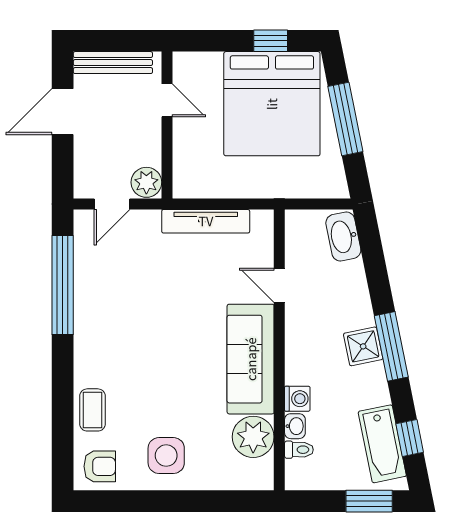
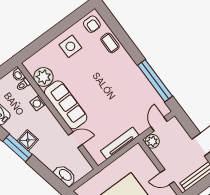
washbasin: (295, 426) -> (18, 75), moved
armchair: (100, 466) -> (92, 24), turned -90

